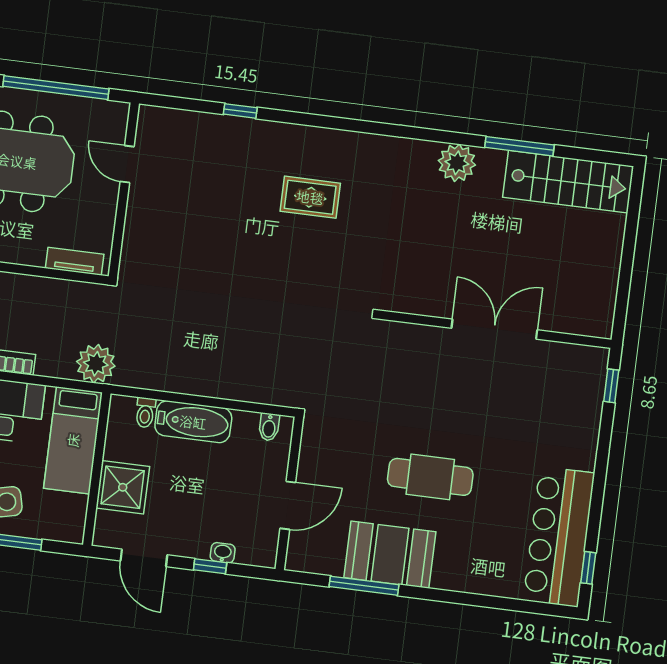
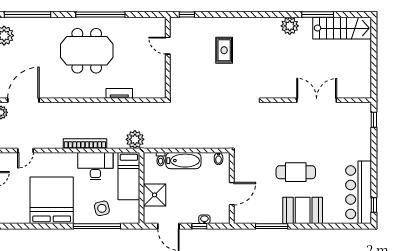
door: (127, 164) -> (168, 46), moved
wall: (124, 190) -> (168, 58), moved
rug: (310, 197) -> (224, 50), turned 90
booth: (390, 555) -> (303, 210), moved

